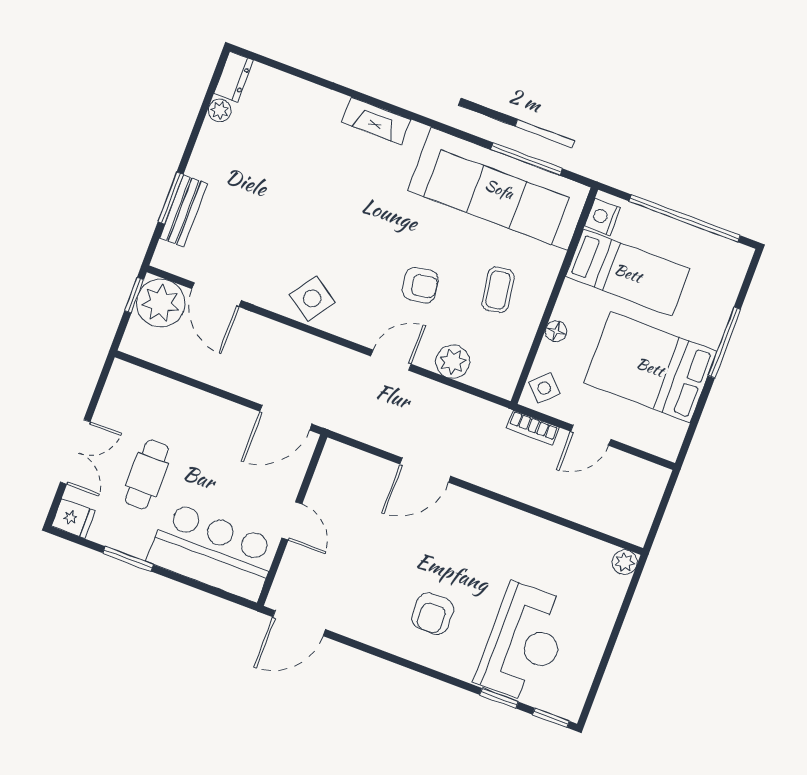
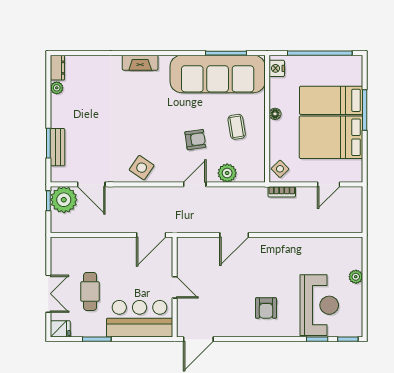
bed: (628, 273) -> (331, 100), moved, turned 180
floor lamp: (556, 331) -> (275, 114), moved
door: (591, 435) -> (329, 184), moved
plant: (625, 562) -> (356, 277), moved

